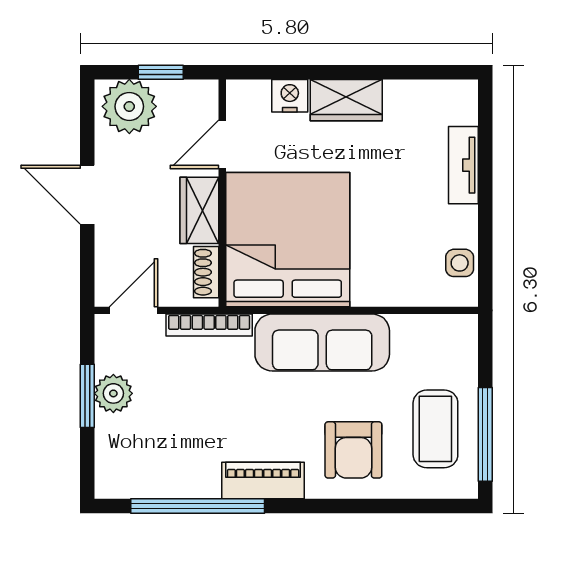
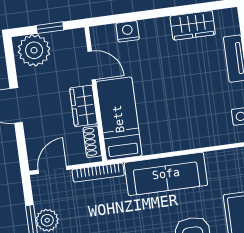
wardrobe: (346, 100) -> (193, 25), moved
door: (222, 144) -> (92, 65), swing flipped
bed: (288, 240) -> (119, 119), width x0.49

